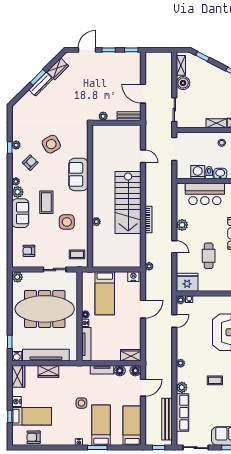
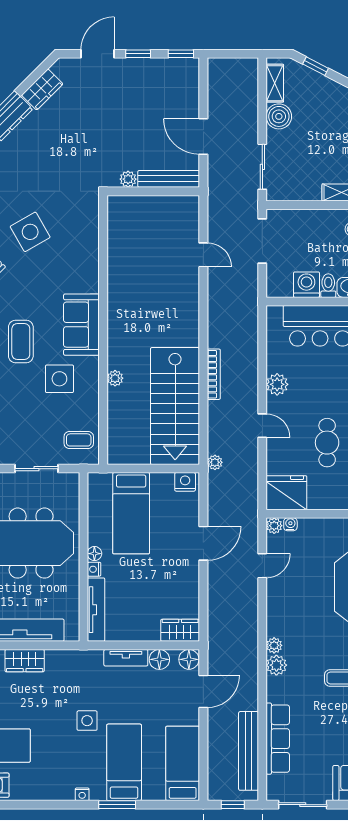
bench: (129, 116) -> (169, 179), width x1.36
sofa: (78, 174) -> (81, 325), moved
stairs: (128, 203) -> (175, 406), moved
plant: (182, 387) -> (276, 665), moved

